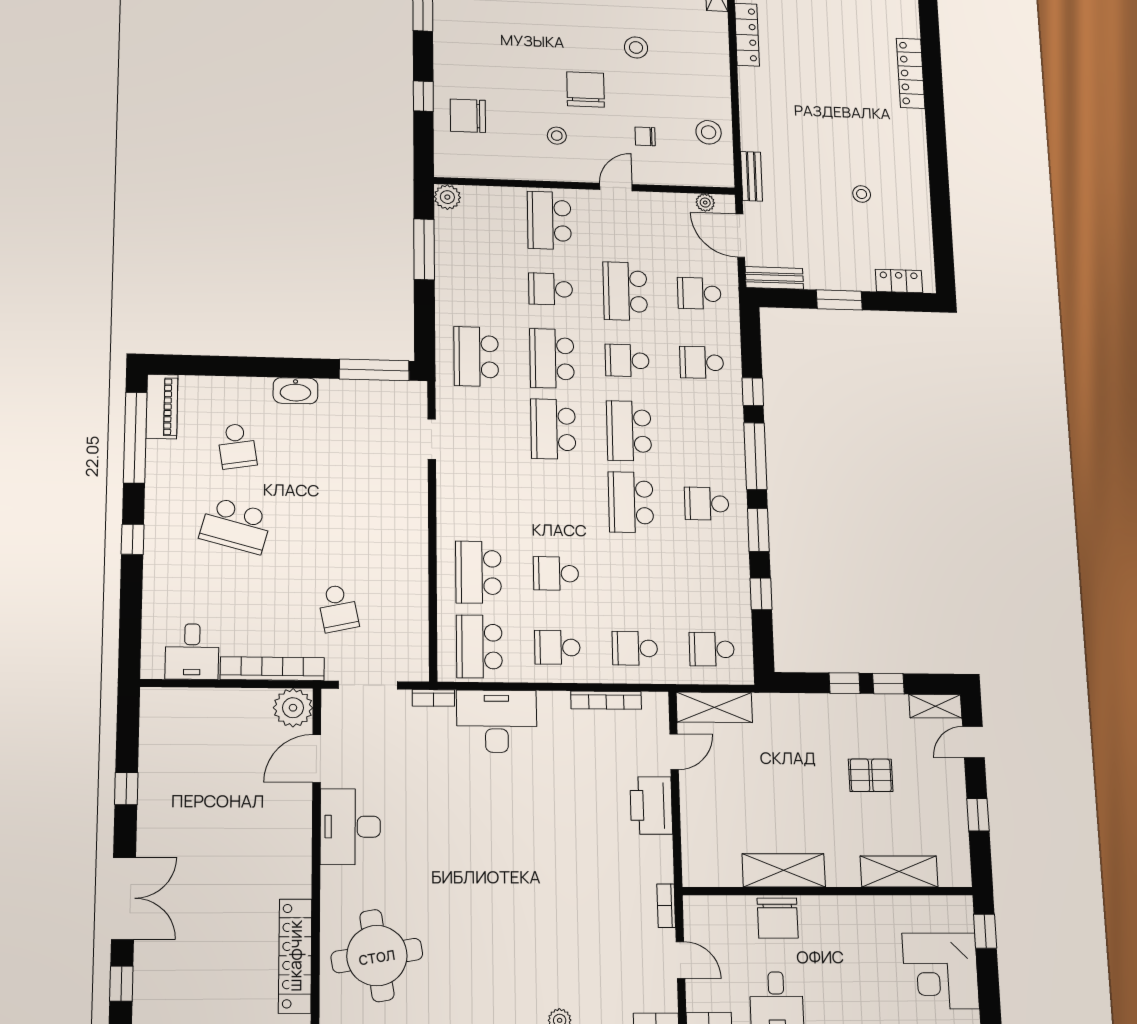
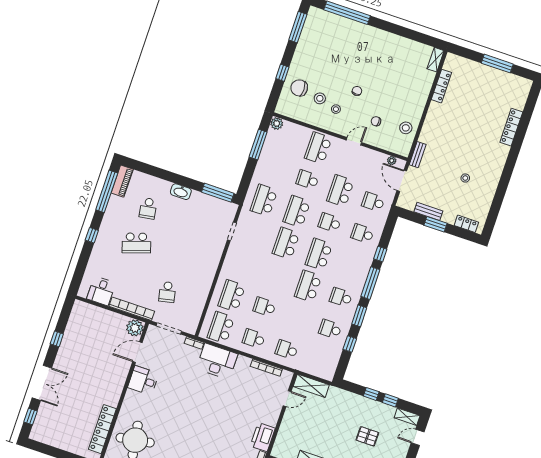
stool: (636, 47) -> (320, 98), moved
chair: (586, 89) -> (357, 91), width x0.54, depth x0.54
bench: (774, 278) -> (428, 211), moved
school desk: (236, 526) -> (136, 243), turned -33
school desk: (712, 649) -> (330, 329), moved
printer: (651, 805) -> (263, 437), moved
desk: (350, 827) -> (143, 380), width x0.73

